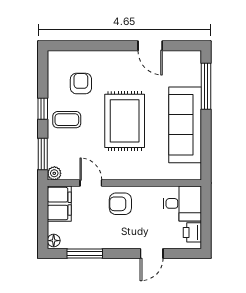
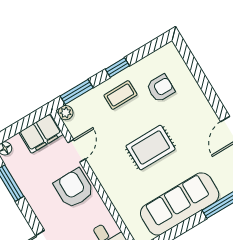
coffee table: (67, 120) -> (120, 95), turned 90
rug: (125, 121) -> (151, 148), width x0.73, depth x0.70
armchair: (120, 204) -> (74, 188), width x1.38, depth x1.38

